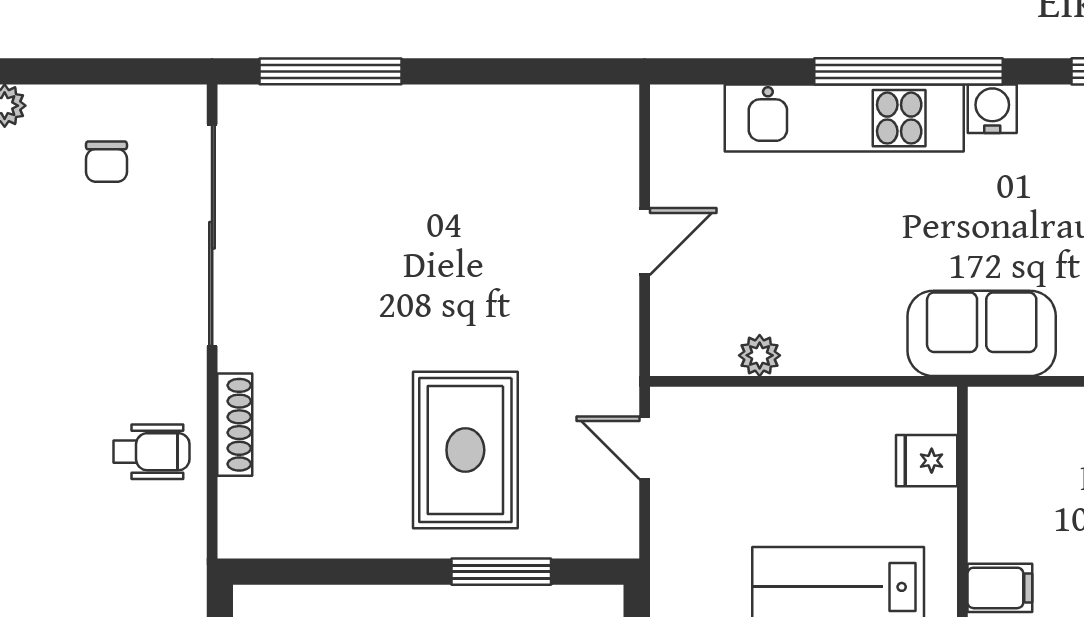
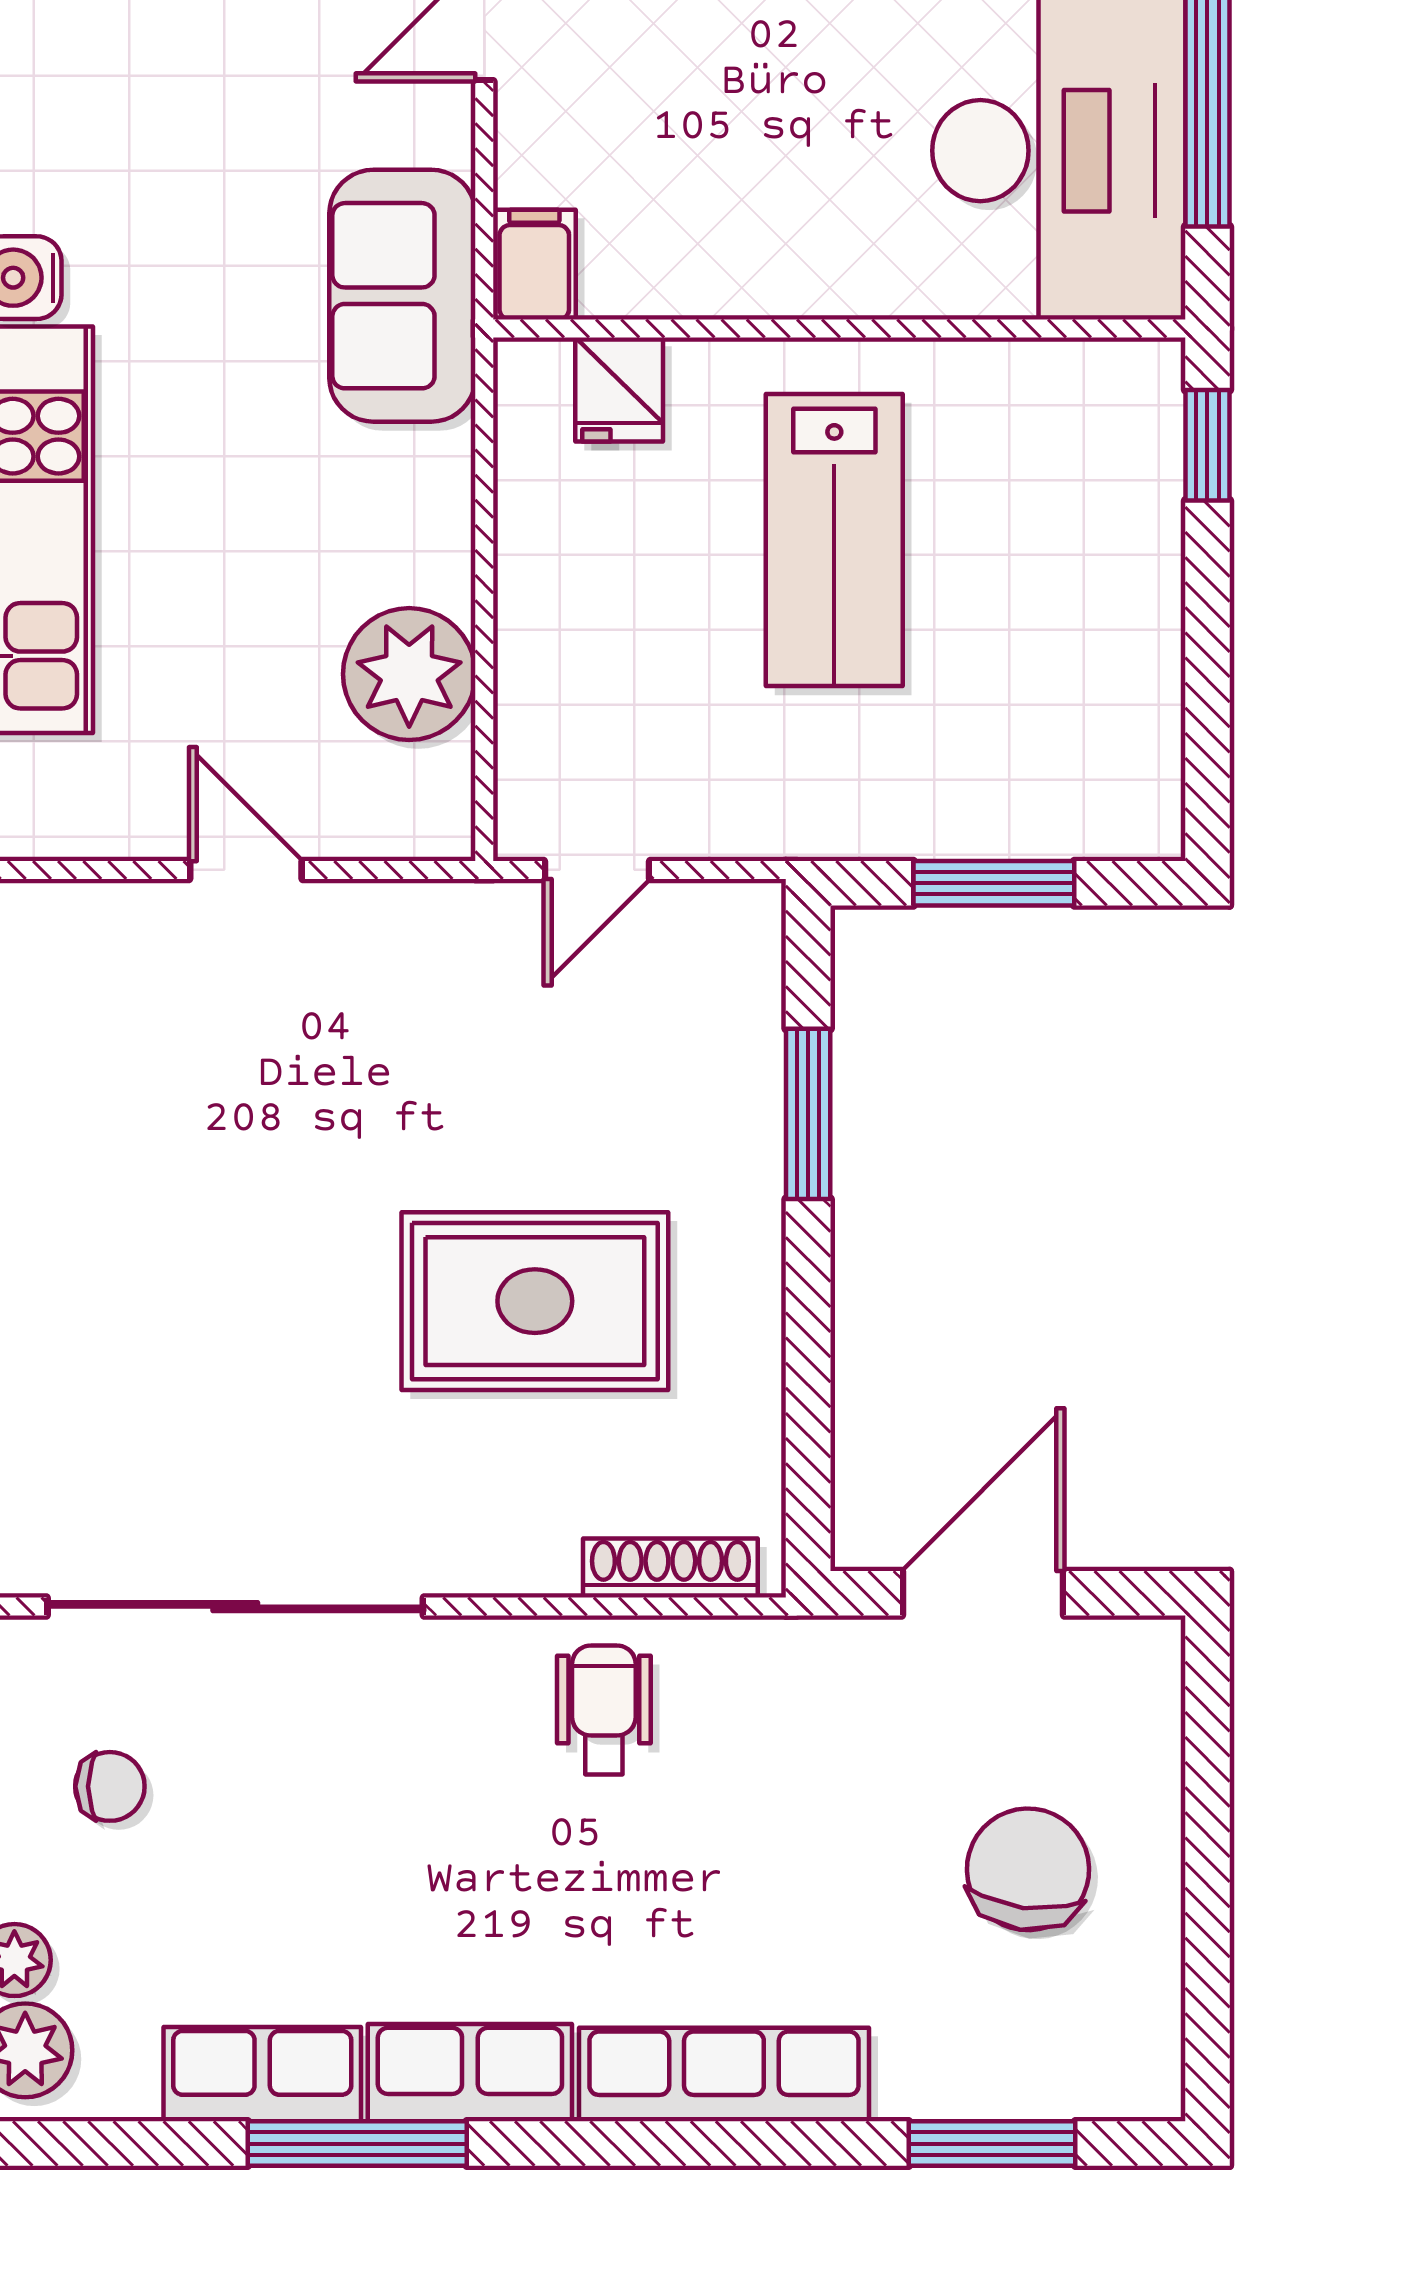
plant: (760, 355) -> (409, 674), width x1.87, depth x1.87
shoe rack: (235, 425) -> (670, 1568), moved
rug: (465, 450) -> (535, 1301), moved
filing cabinet: (1000, 588) -> (534, 265), moved

